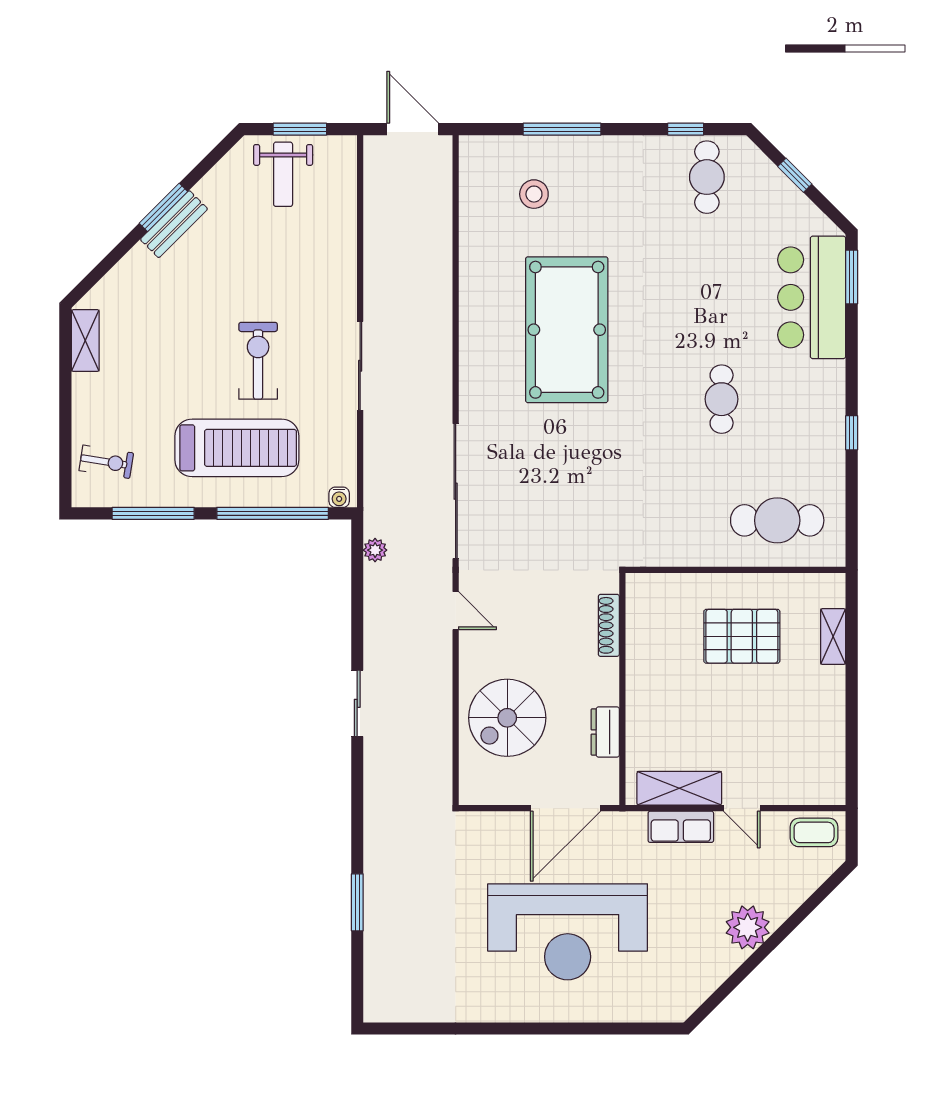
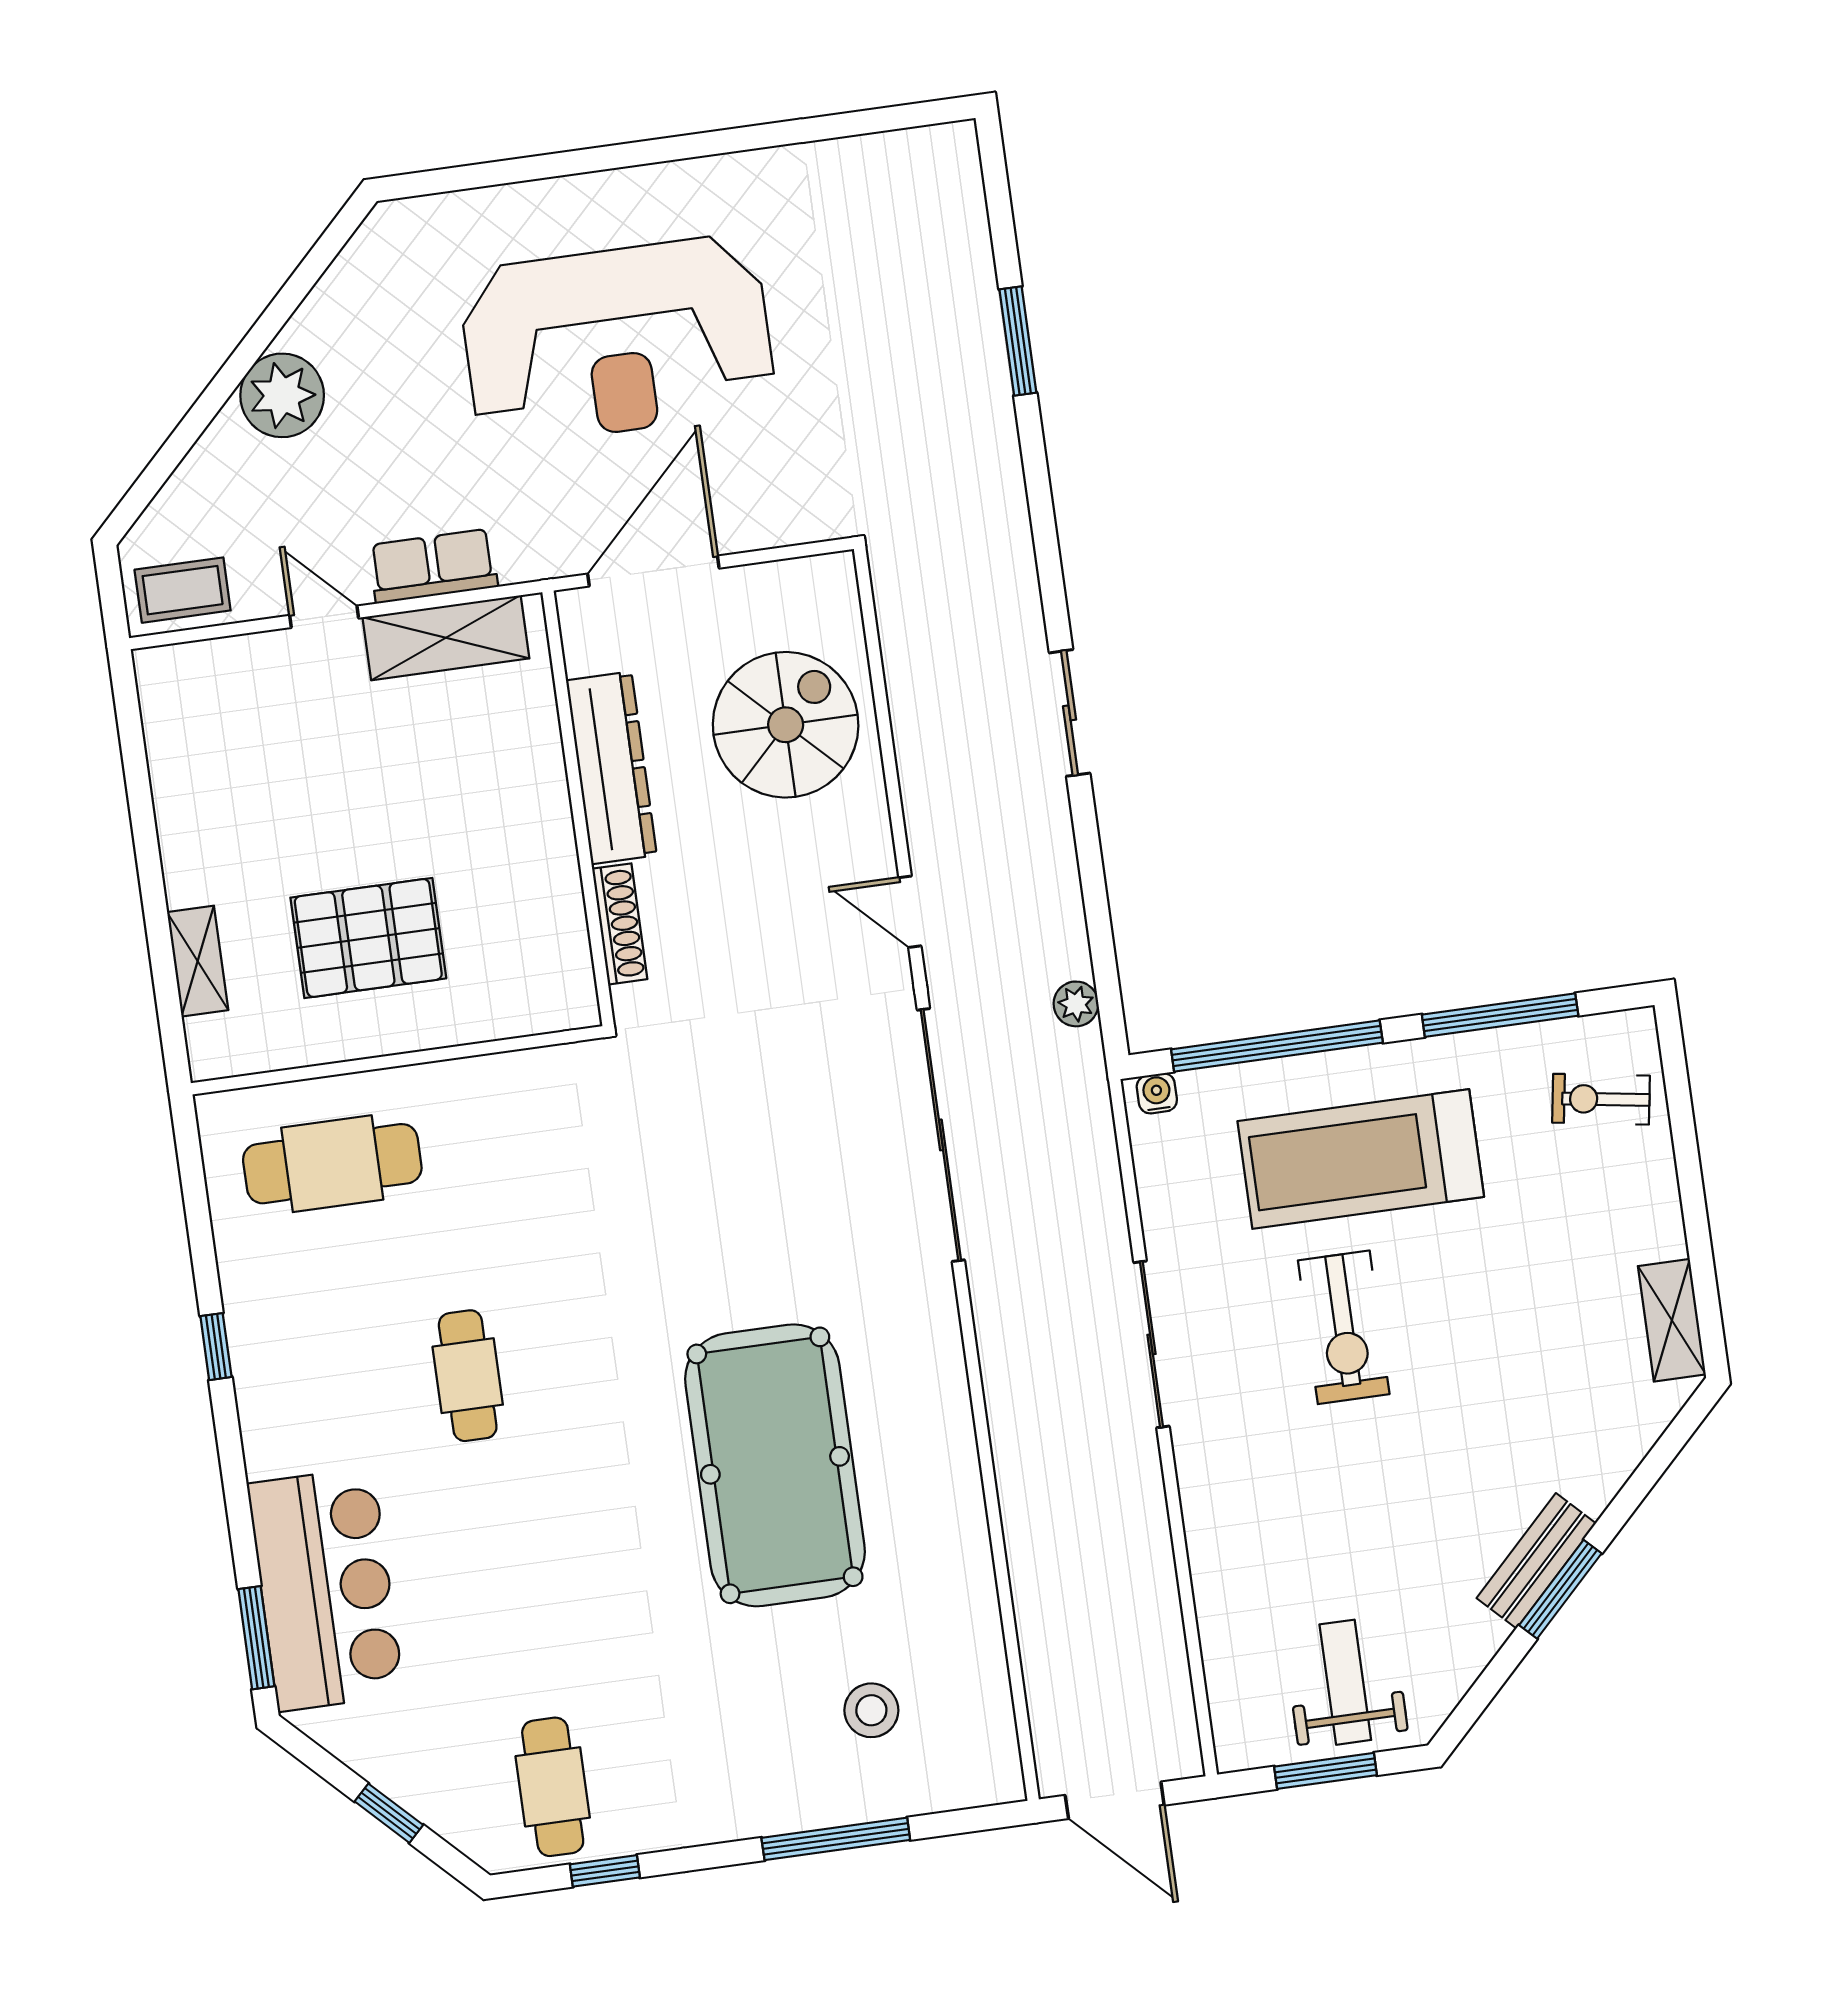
dresser: (605, 732) -> (611, 768), width x1.96, depth x1.24
reception desk: (568, 932) -> (617, 340), turned 180

